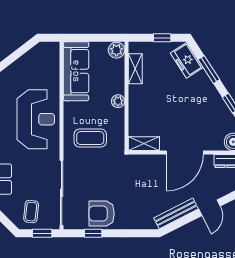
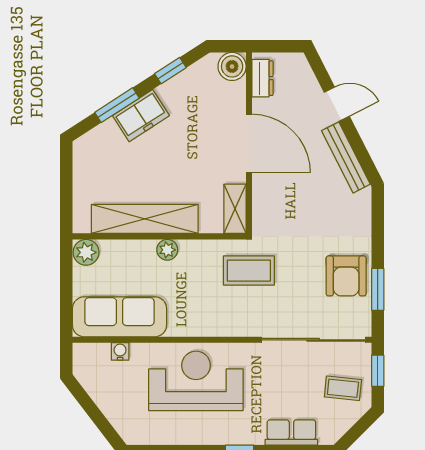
window: (162, 38) -> (66, 180), removed
freezer: (187, 60) -> (141, 116), moved
shelving: (135, 69) -> (145, 219), width x2.20, depth x1.33
water cooler: (54, 72) -> (120, 351), added
coffee table: (90, 138) -> (249, 271), moved, turned 90
window: (93, 233) -> (378, 289), width x1.50

